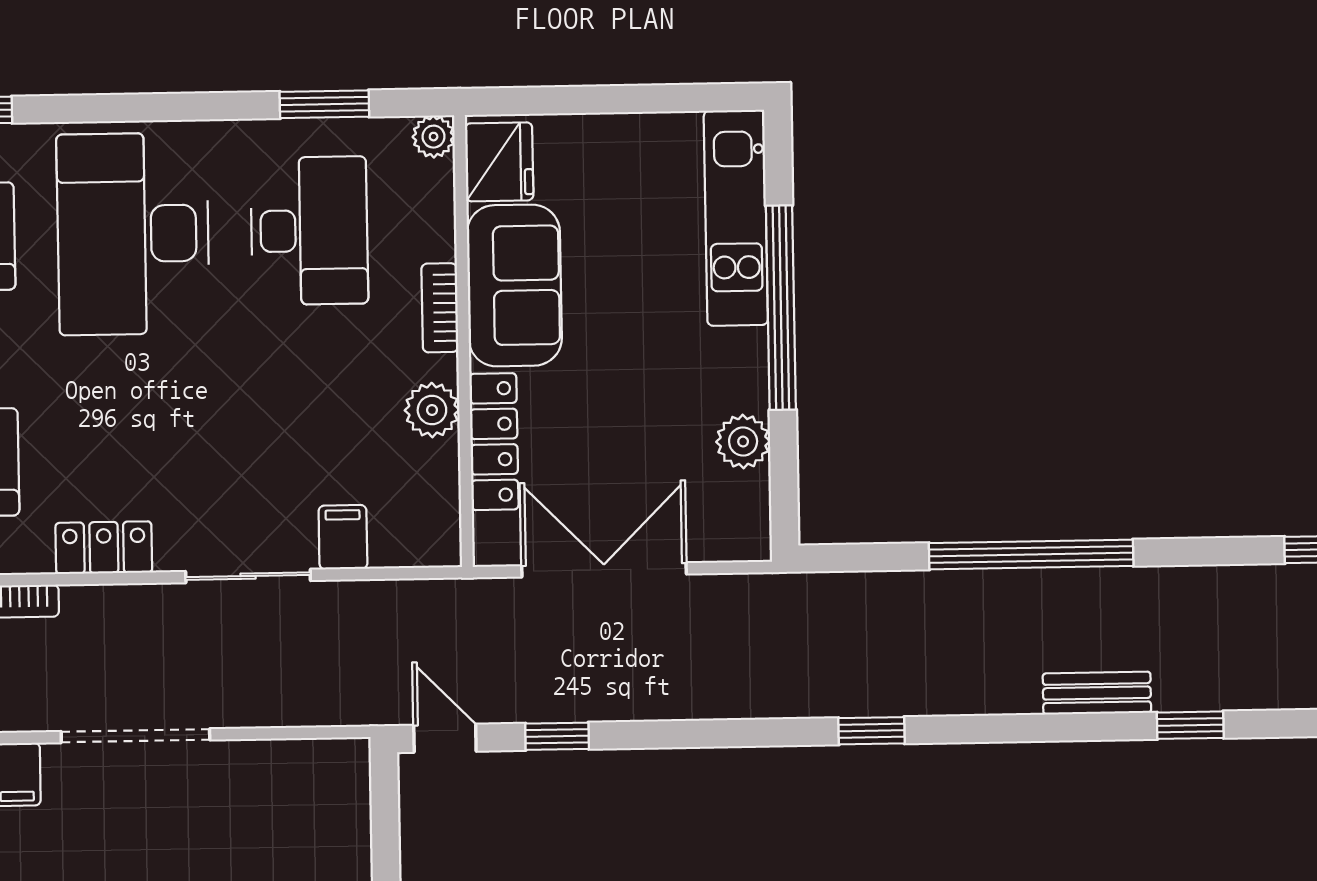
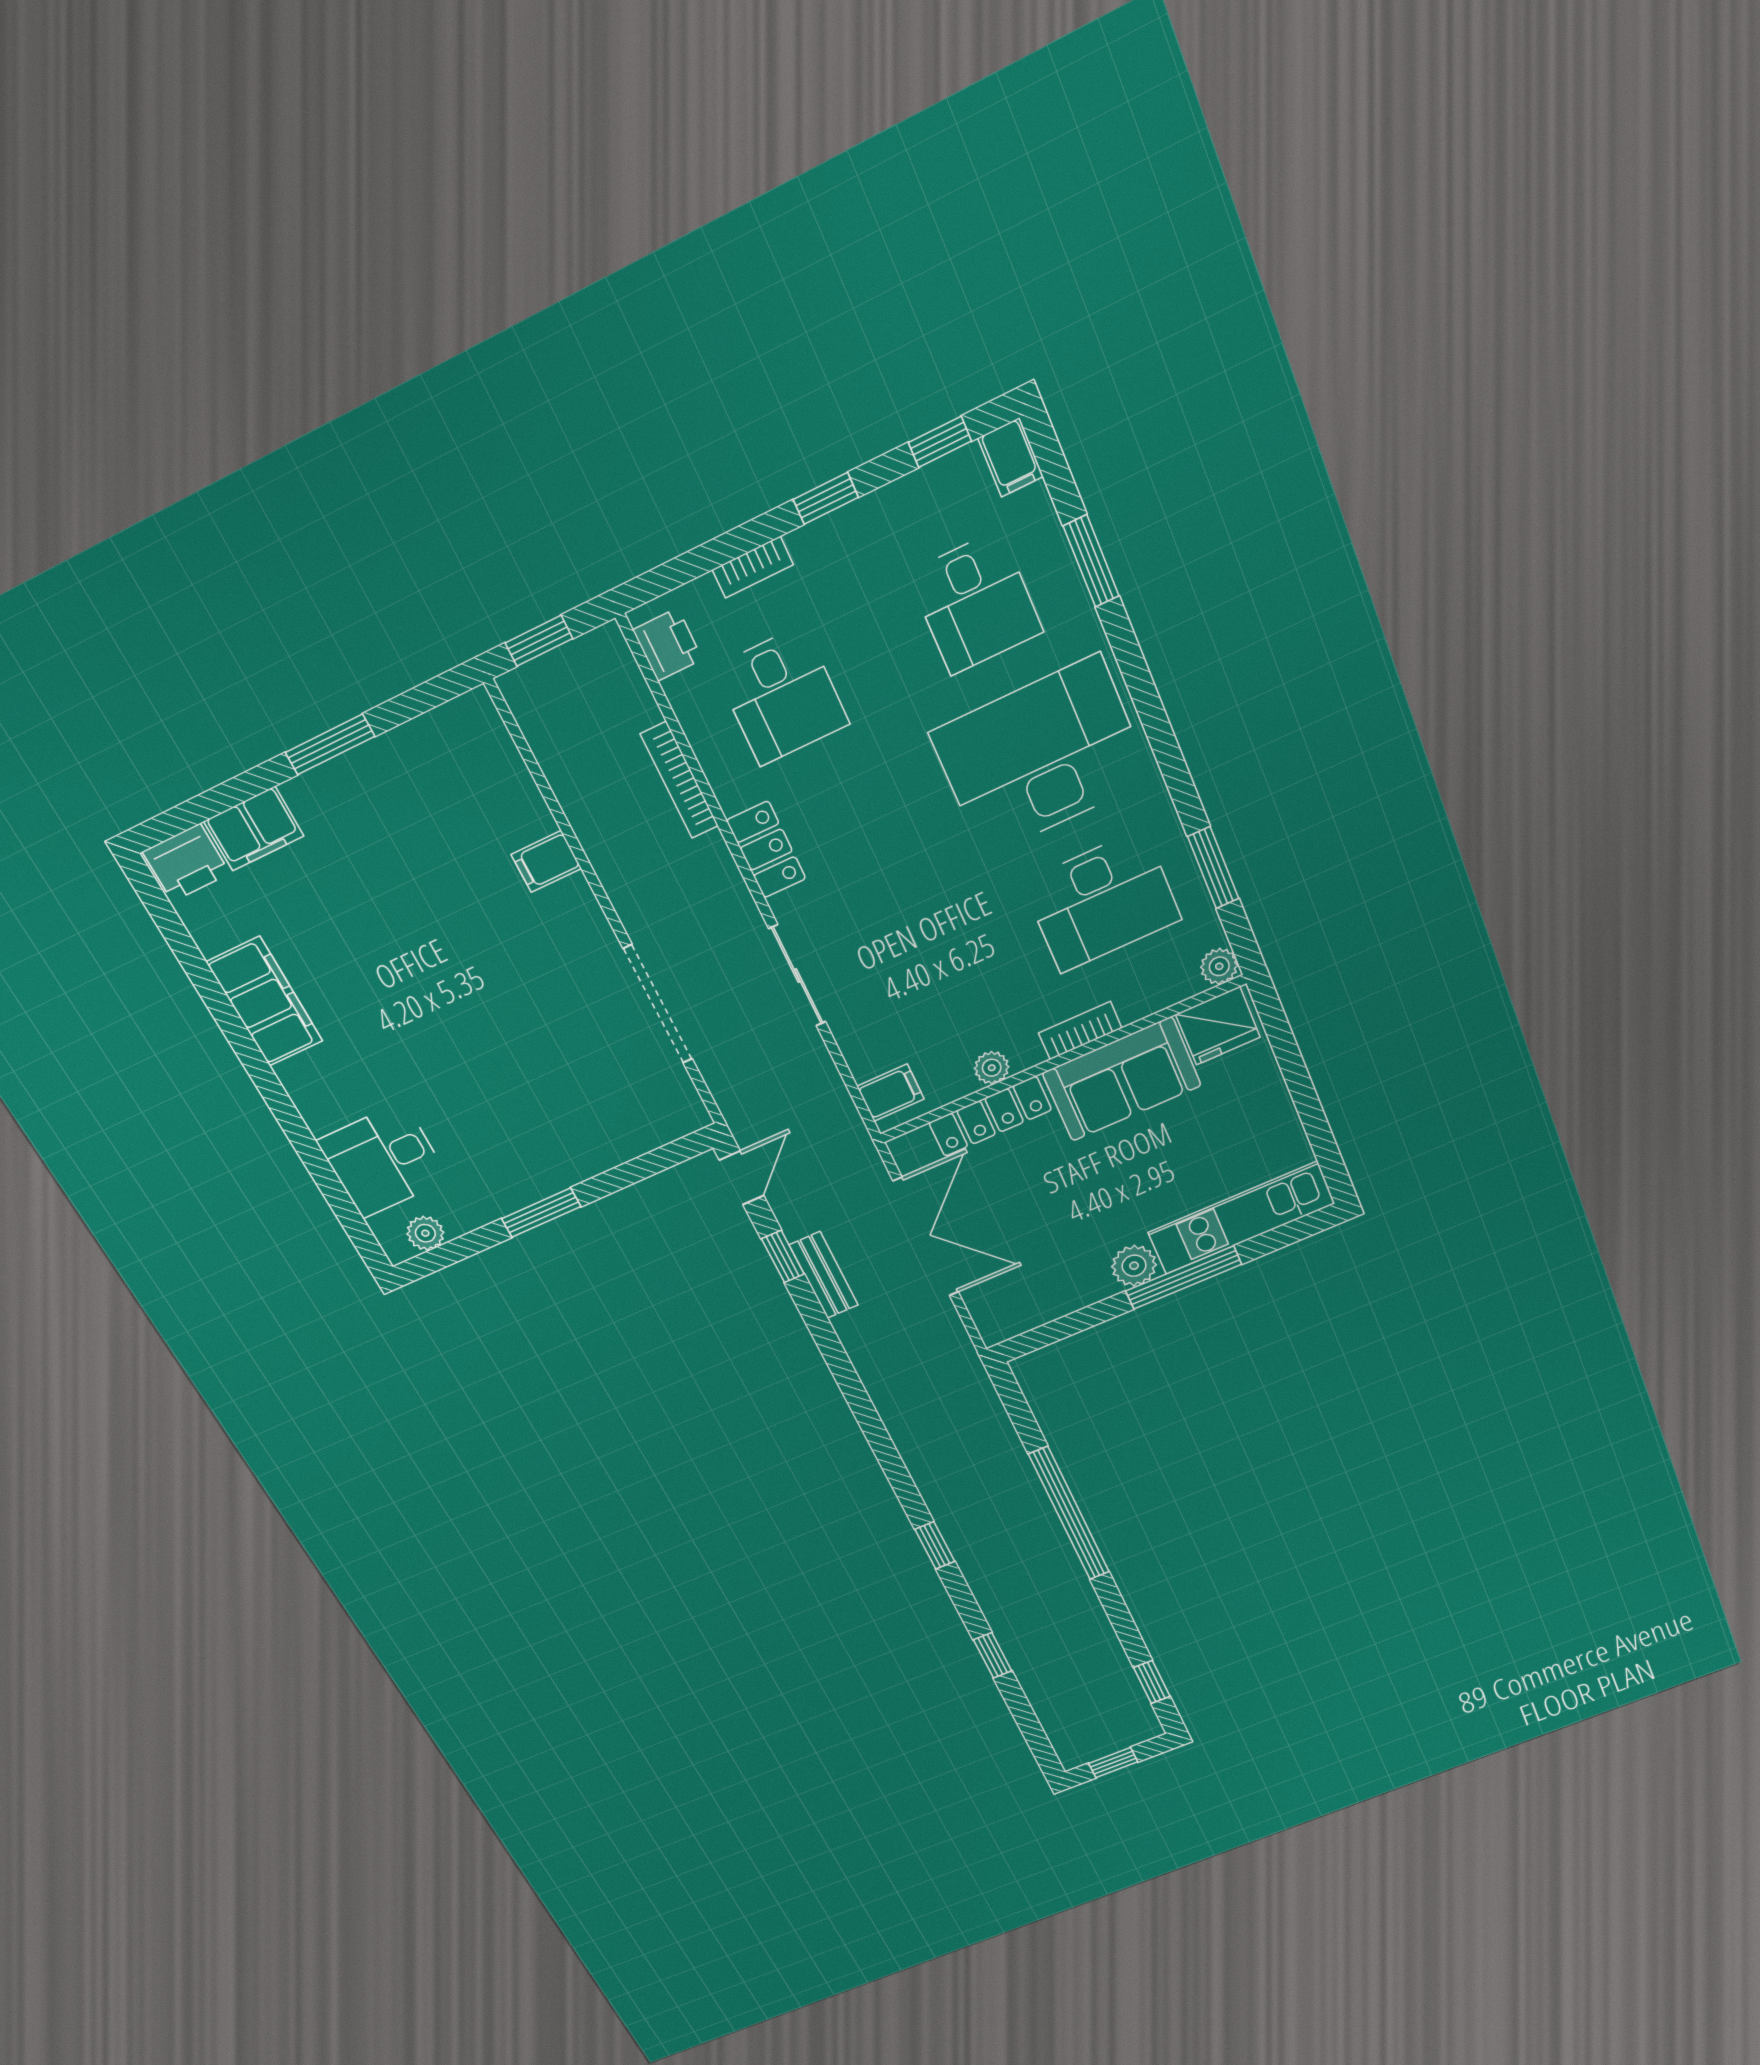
window: (781, 308) -> (1183, 1278), width x0.68
plant: (432, 410) -> (992, 1068), width x0.73, depth x0.73
plant: (743, 442) -> (1134, 1266), moved
filing cabinet: (343, 537) -> (890, 1093), moved
bench: (1097, 693) -> (824, 1275), moved
window: (872, 731) -> (935, 1545), moved
doorway: (135, 736) -> (658, 1004), moved

